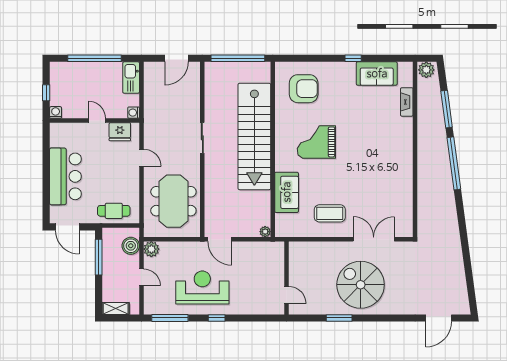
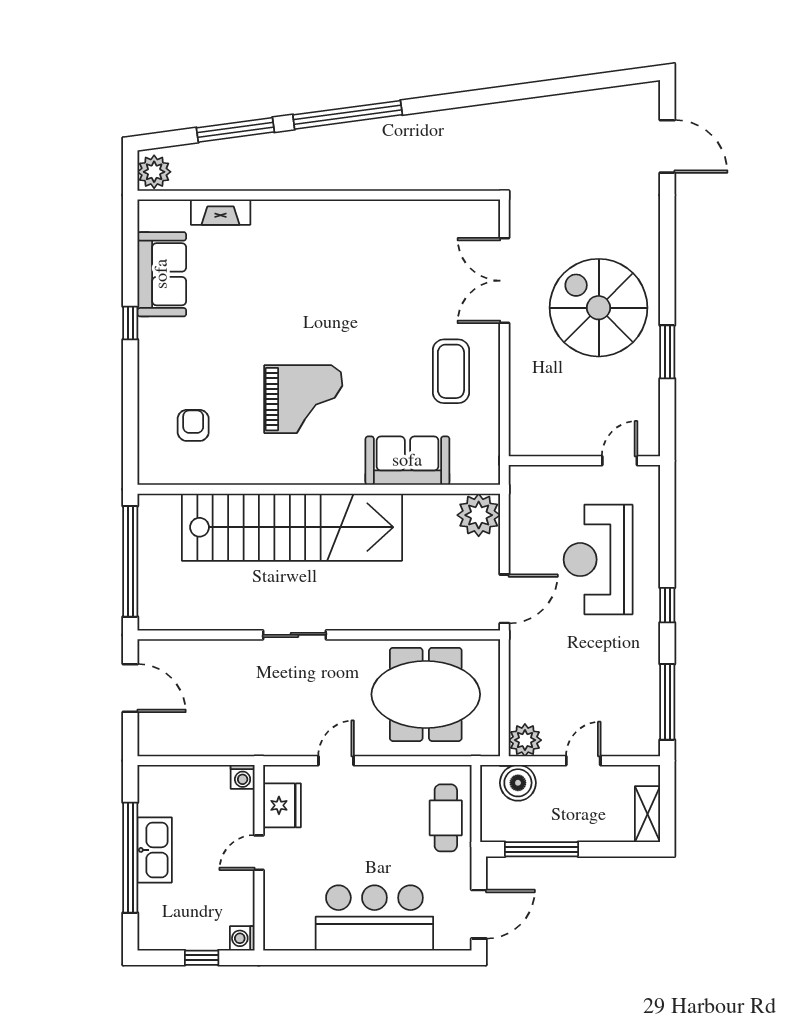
kitchen sink: (131, 78) -> (155, 850), moved, turned -90
armchair: (304, 89) -> (193, 425), width x0.53, depth x0.53
grand piano: (316, 142) -> (303, 399), turned -90
plant: (265, 232) -> (479, 515), width x1.87, depth x1.87
spiral stairs: (361, 285) -> (599, 308), turned 90
reception desk: (202, 288) -> (598, 560), moved

